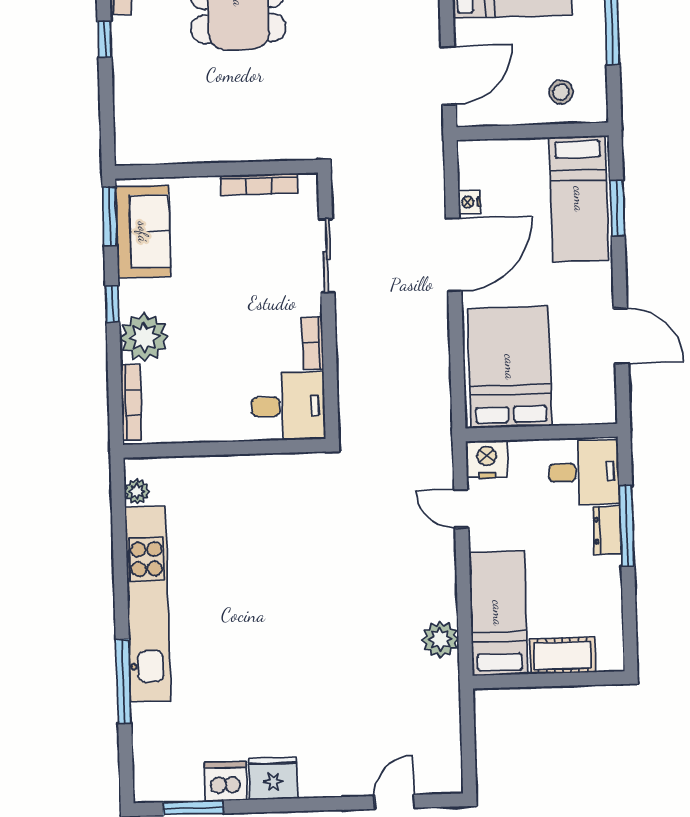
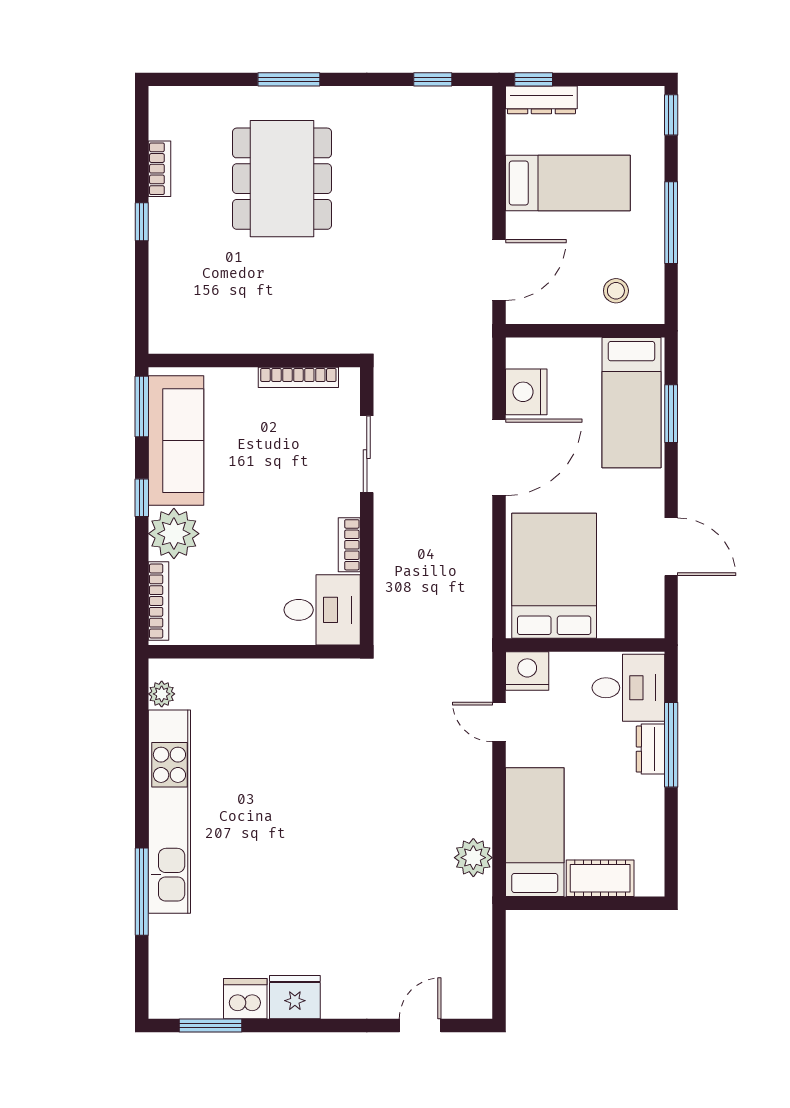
nightstand: (469, 202) -> (526, 392), width x1.89, depth x1.79
sofa: (143, 232) -> (176, 441), width x1.36

